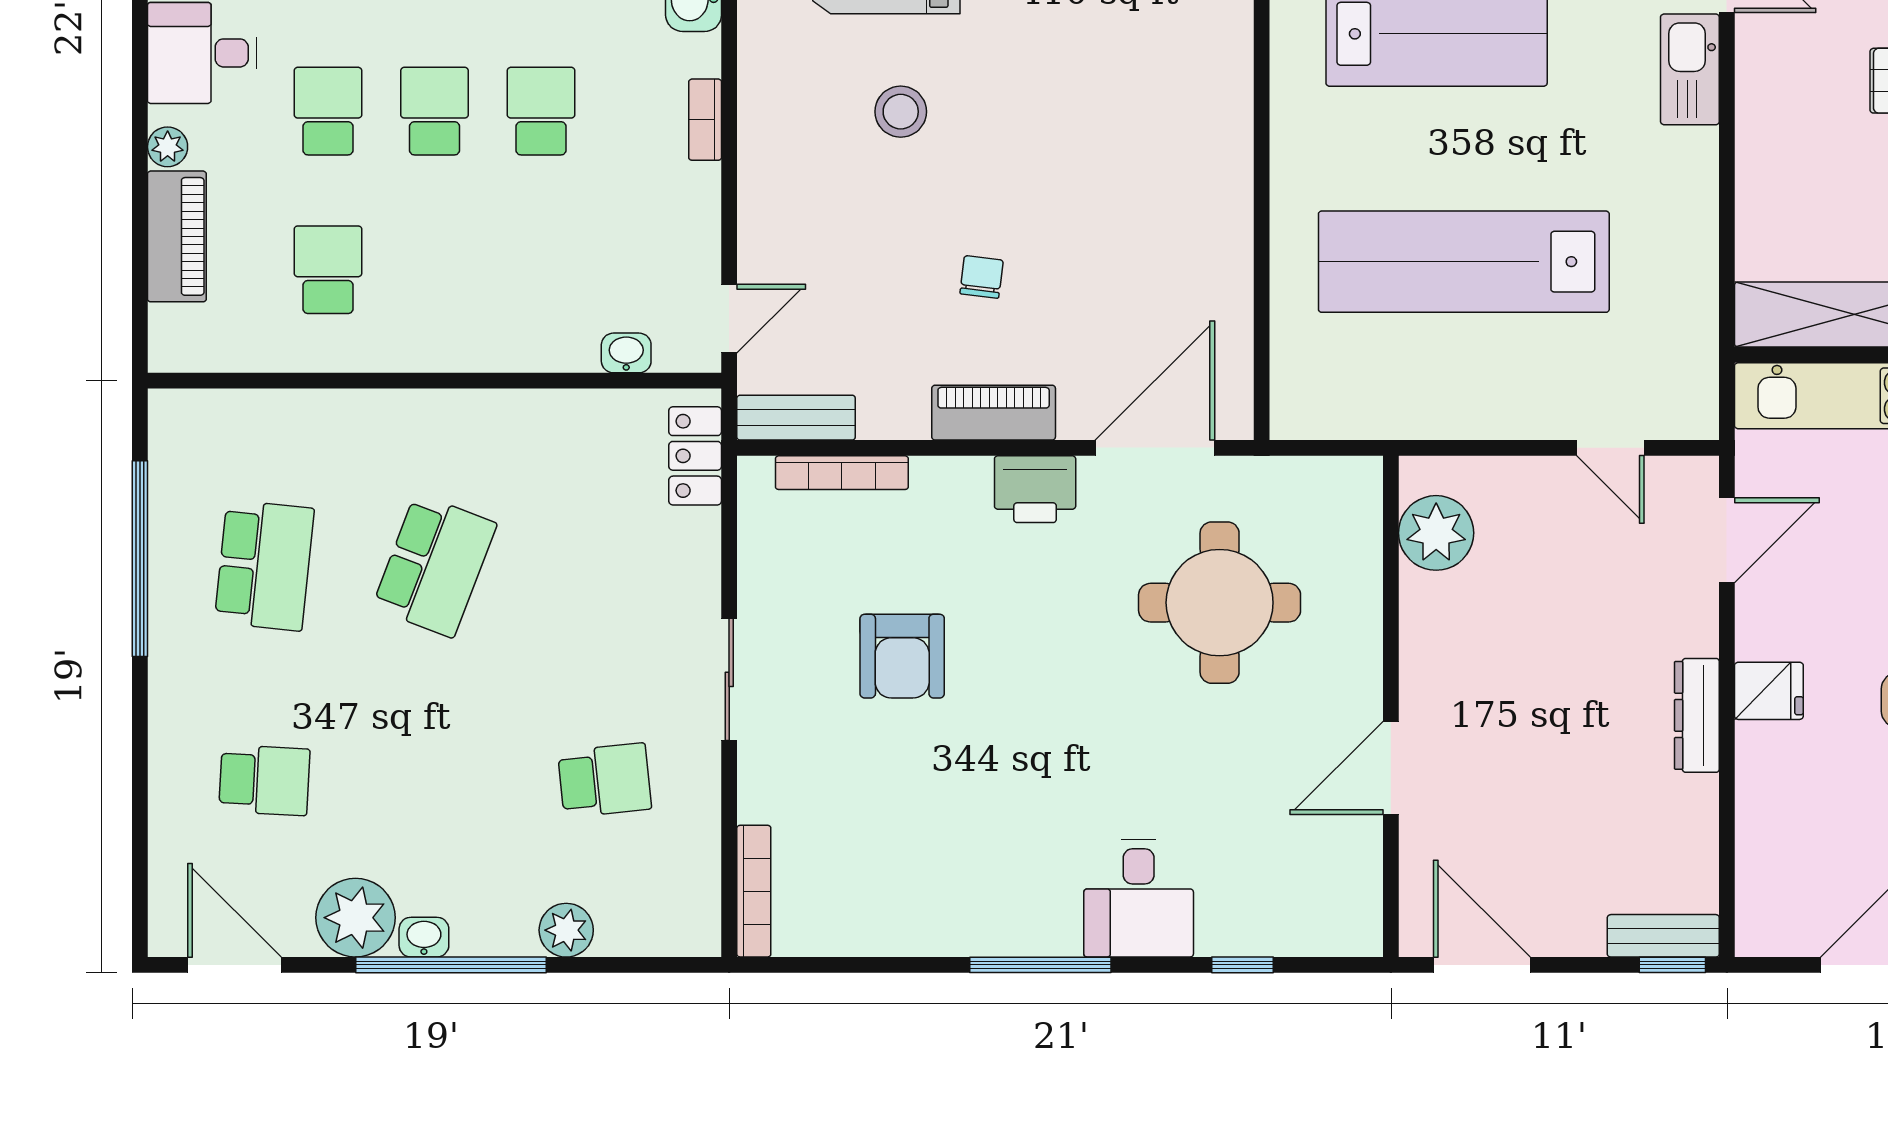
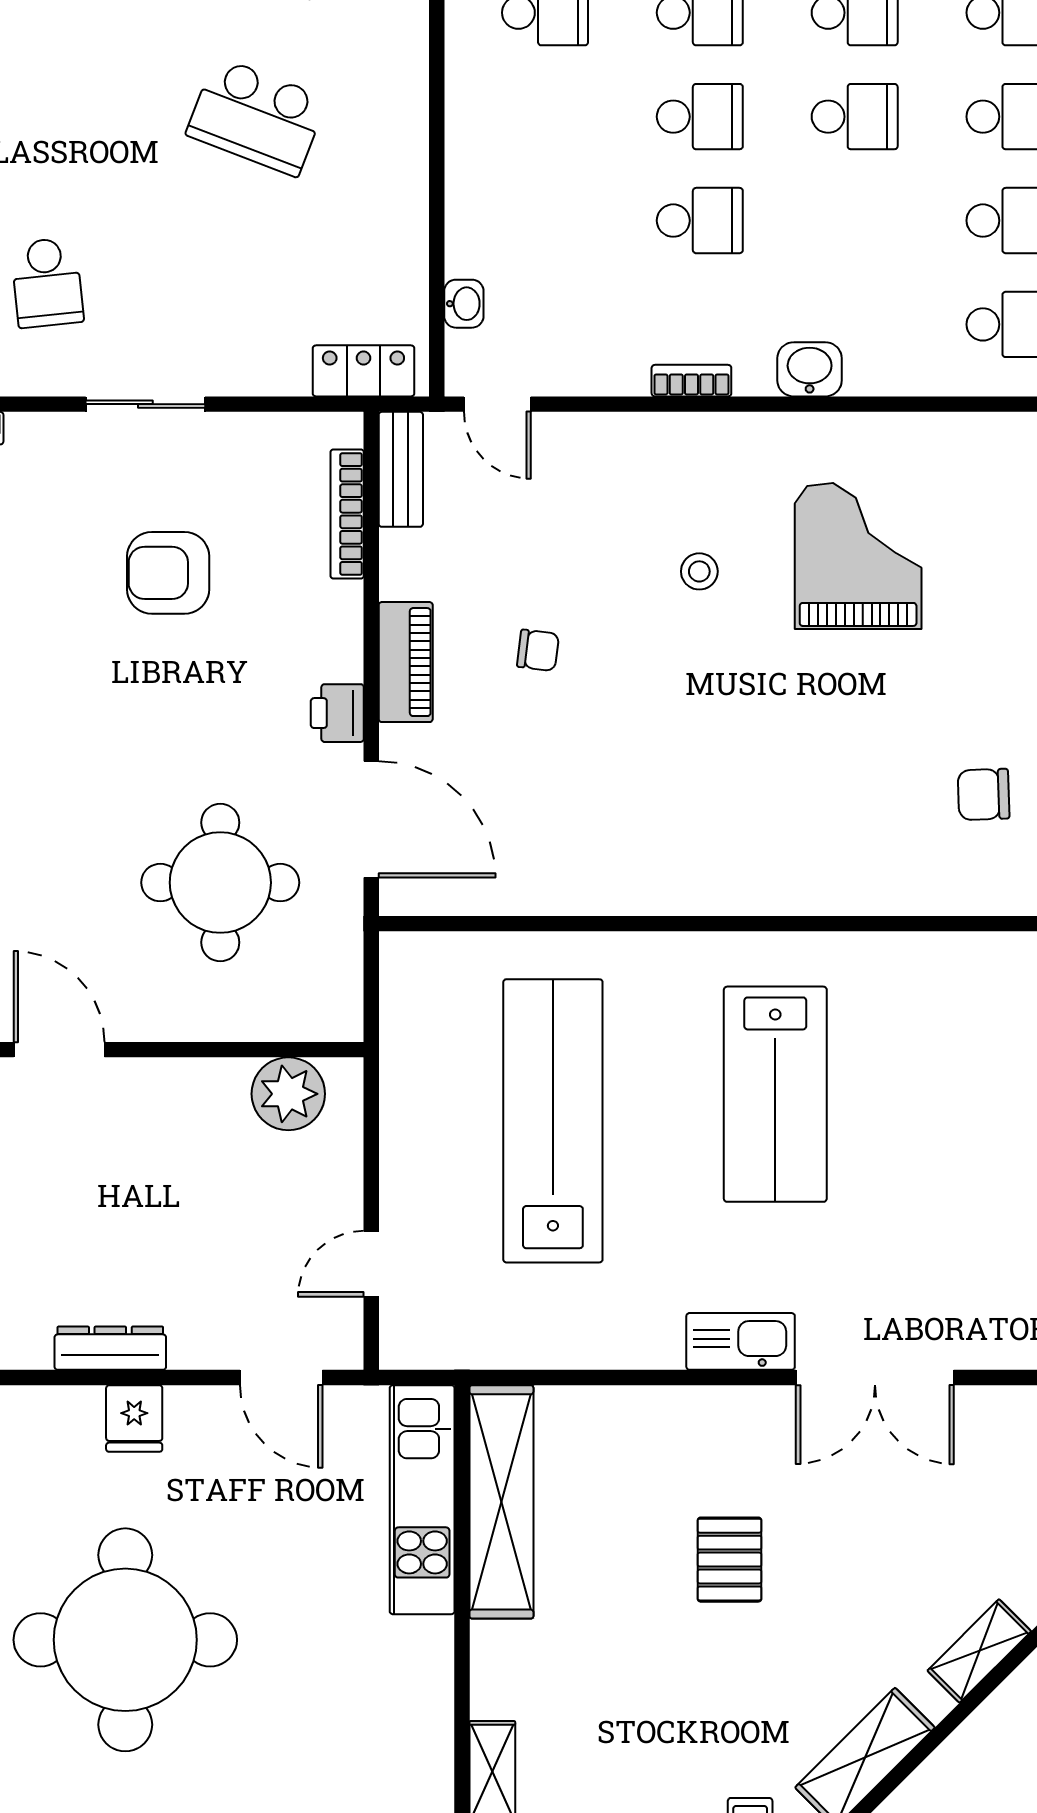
stool: (901, 112) -> (699, 571), width x0.73, depth x0.73
printer: (1035, 489) -> (337, 713), width x0.73, depth x0.81

